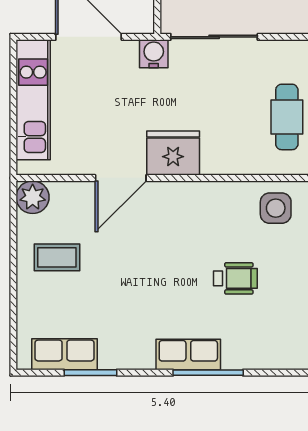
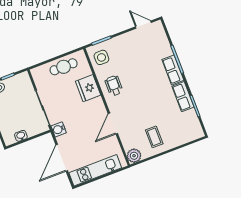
fridge: (173, 153) -> (88, 88), moved
door: (121, 178) -> (113, 124), swing flipped
wheelchair: (235, 278) -> (114, 86), moved
row of seats: (64, 354) -> (183, 97), moved

